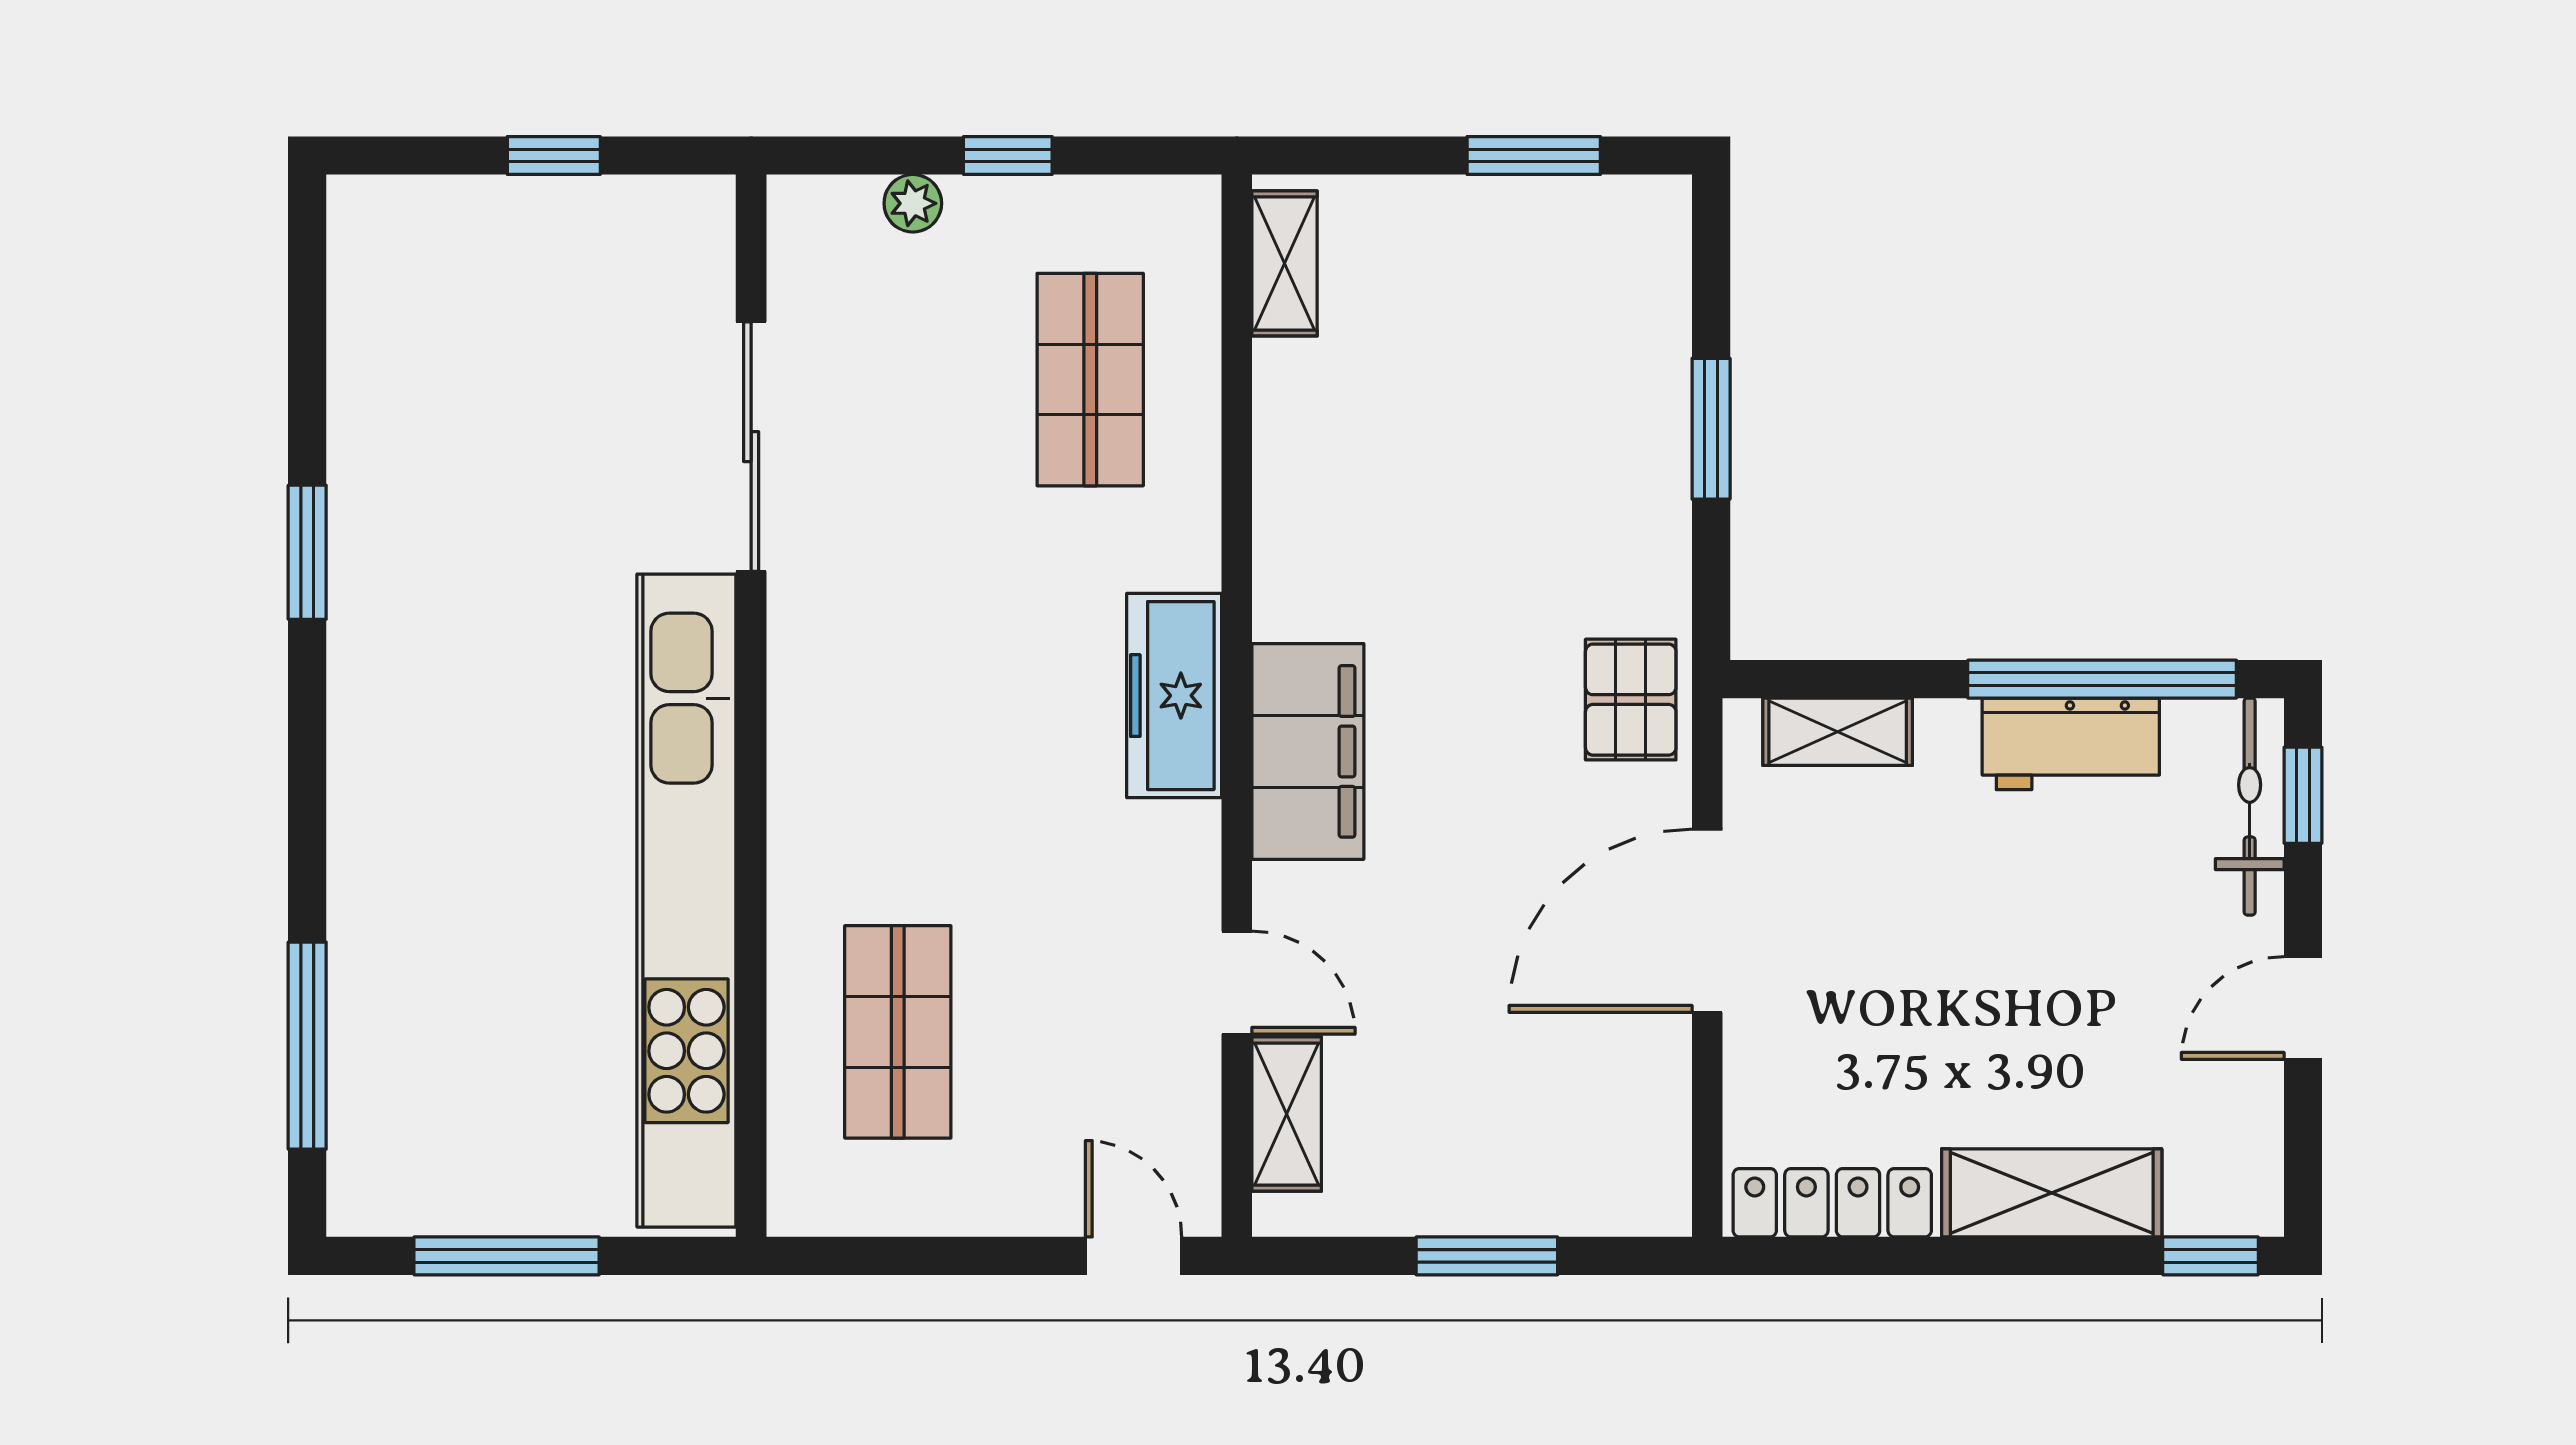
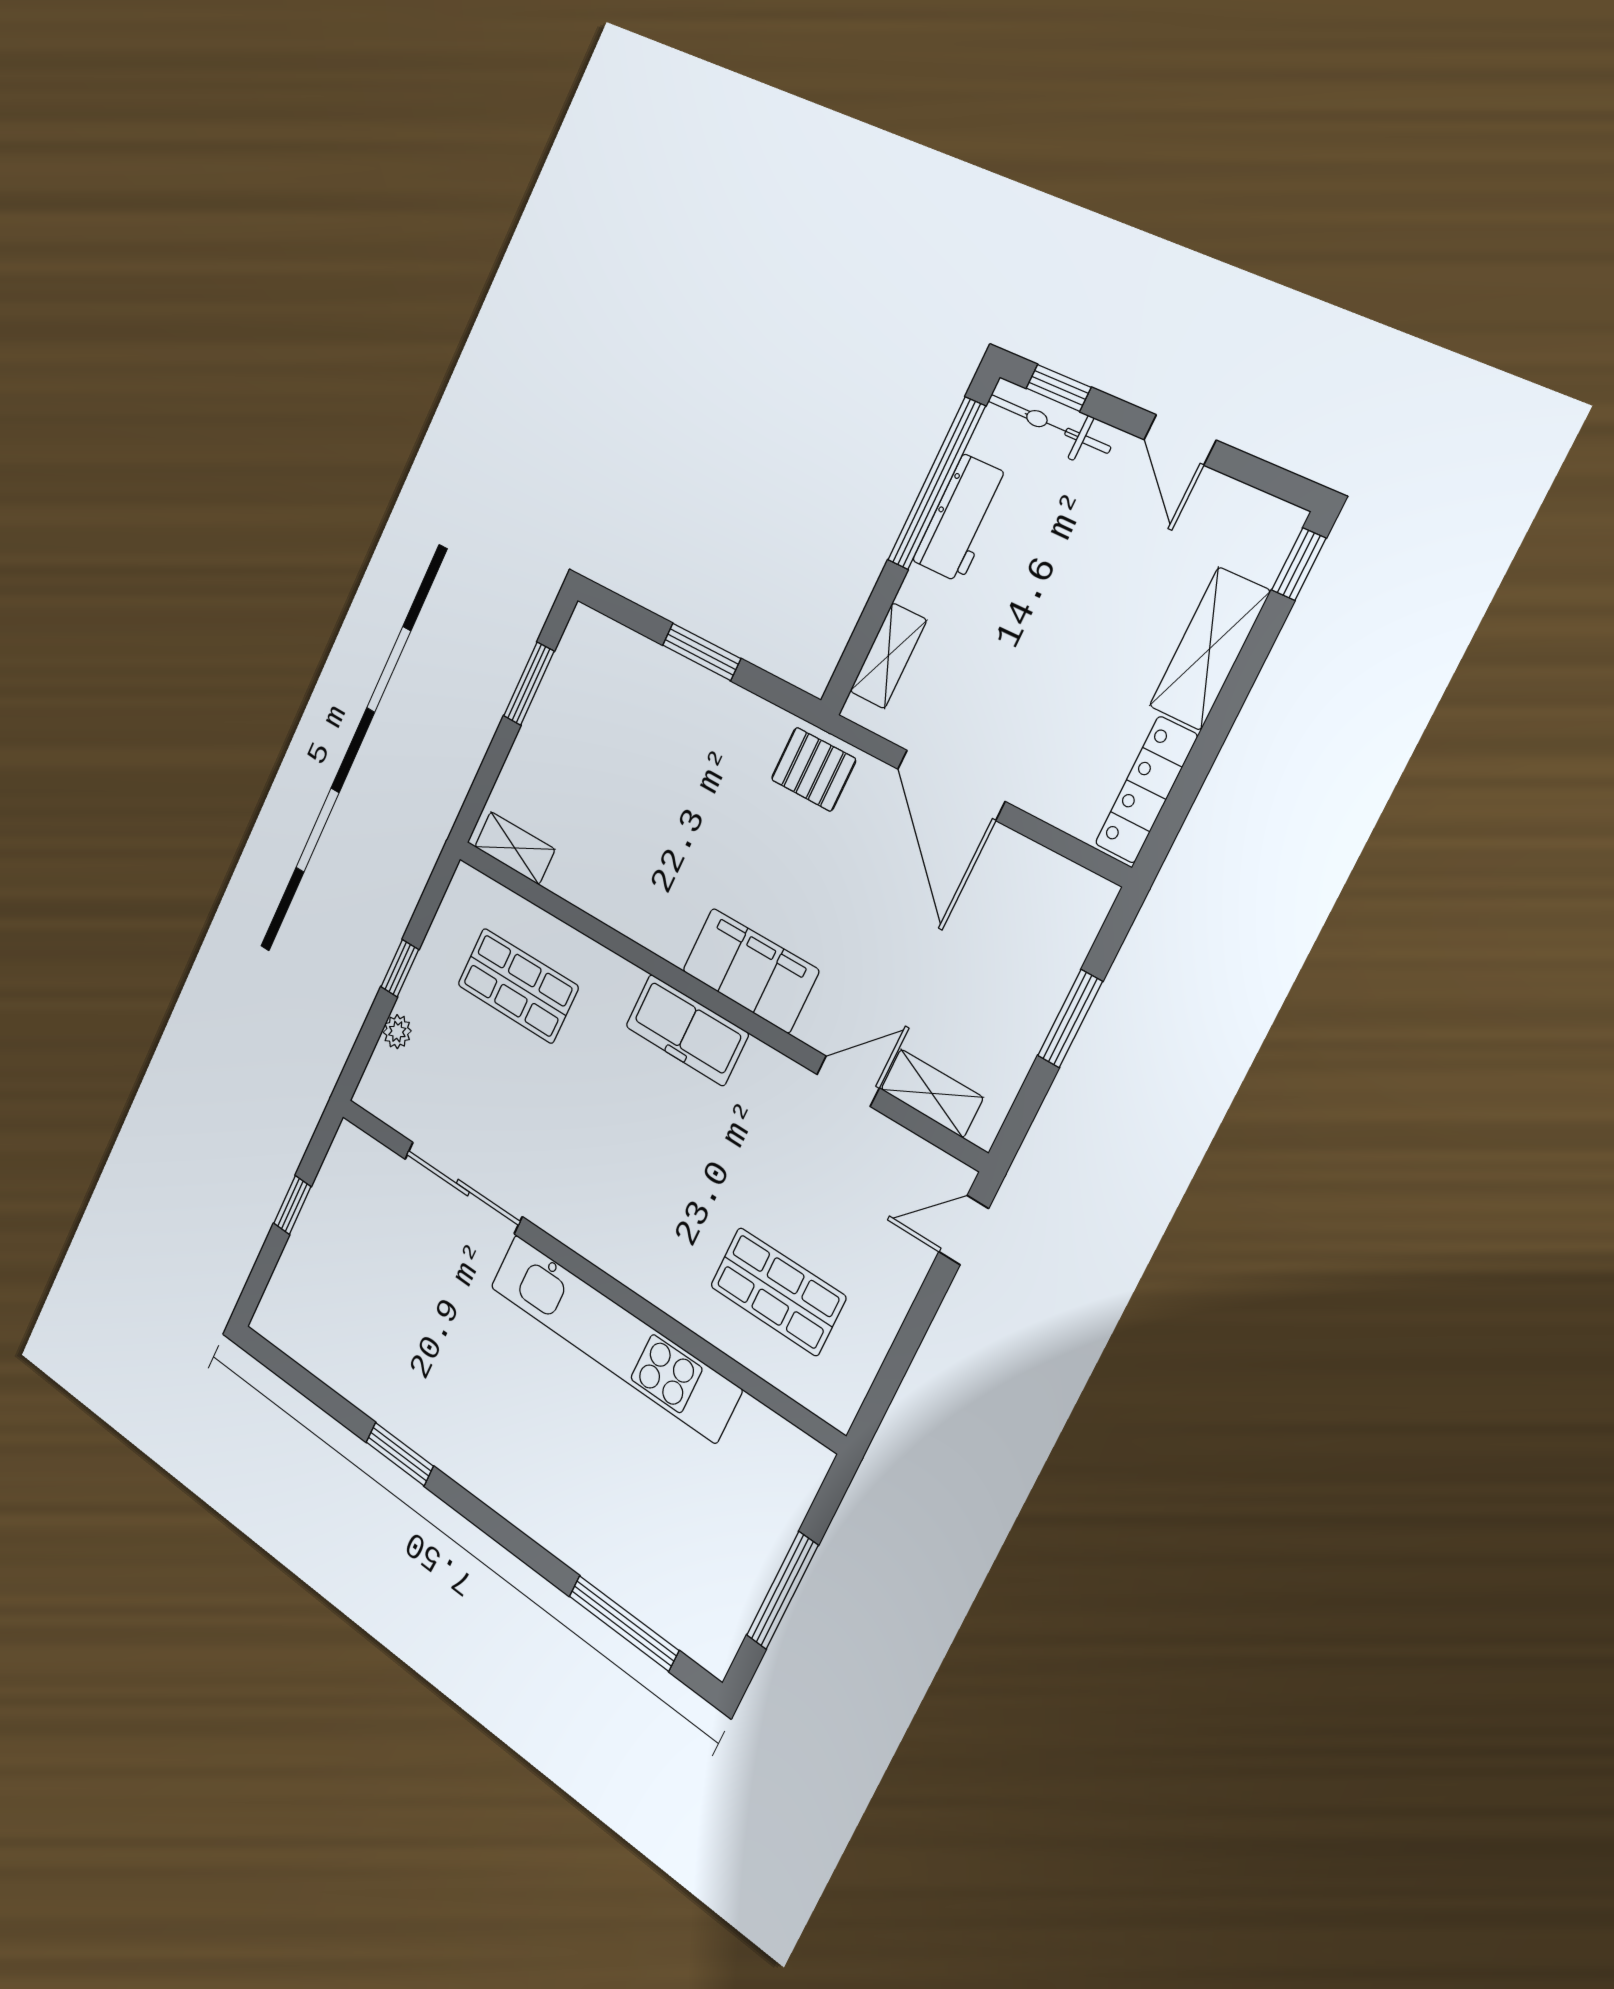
kitchen unit: (686, 901) -> (614, 1337), width x0.73

